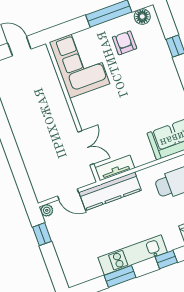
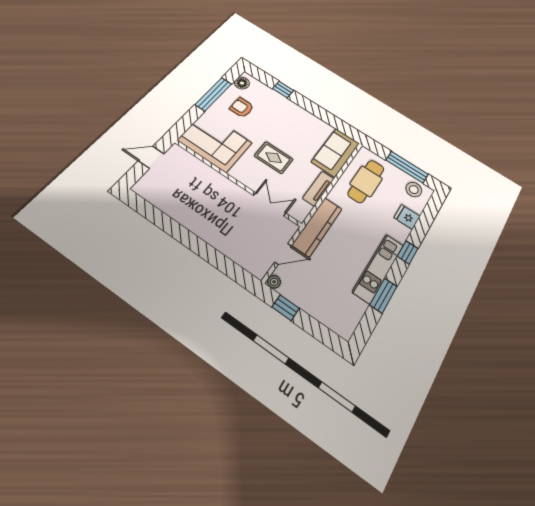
rug: (118, 109) -> (274, 158), added
tv unit: (115, 168) -> (318, 188), moved

